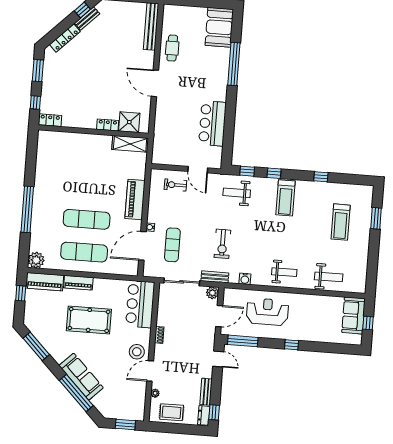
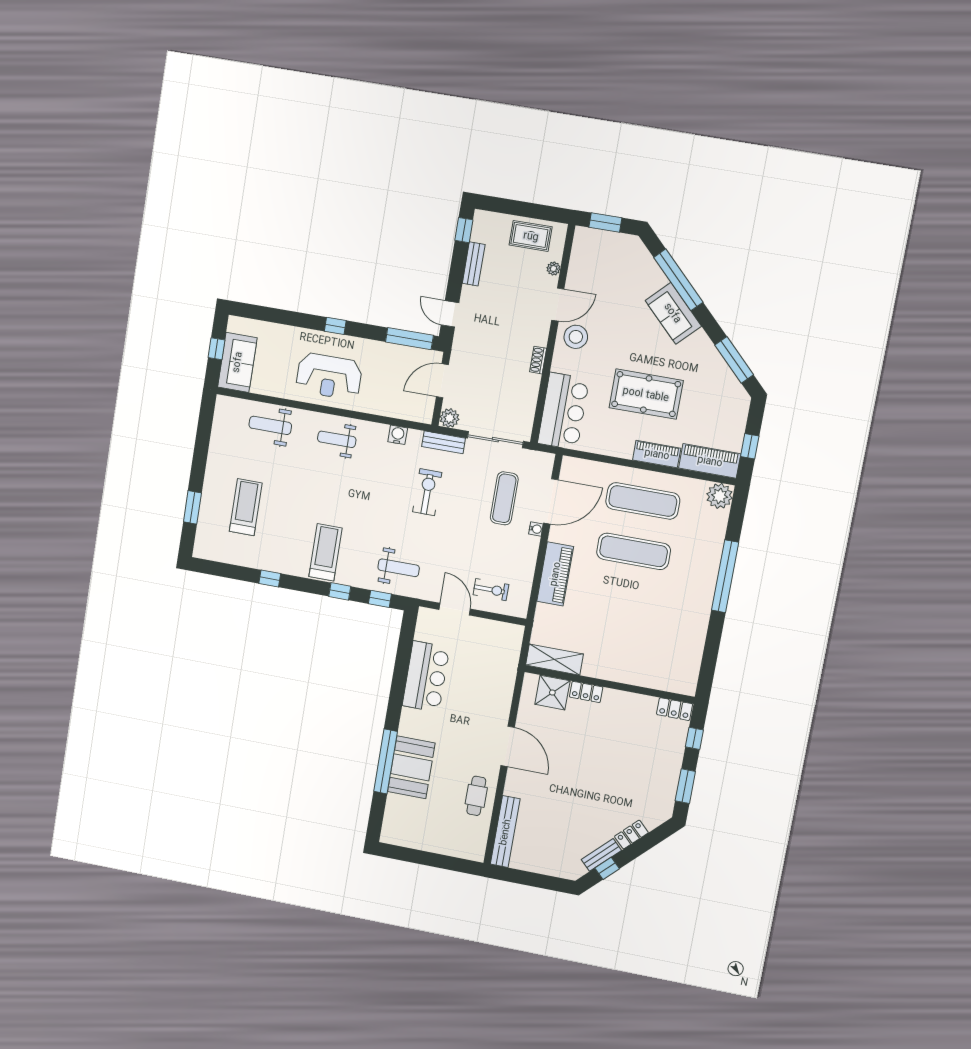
booth: (219, 27) -> (411, 767), moved
locker: (65, 38) -> (631, 835), width x0.66
reception desk: (267, 312) -> (329, 376), moved
sofa: (81, 377) -> (673, 313), width x0.73
dresser: (204, 415) -> (480, 227), removed

